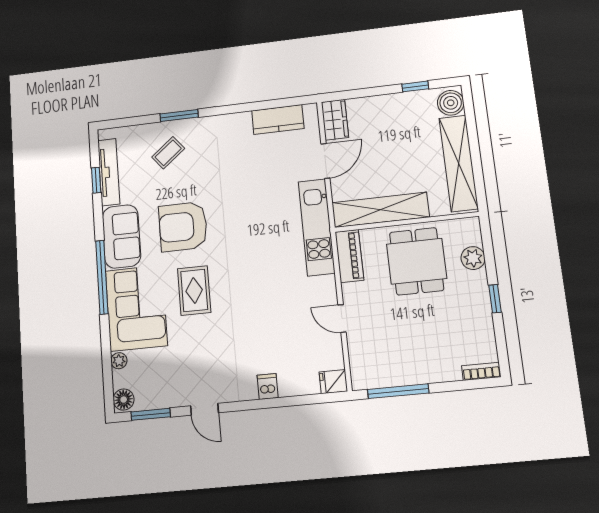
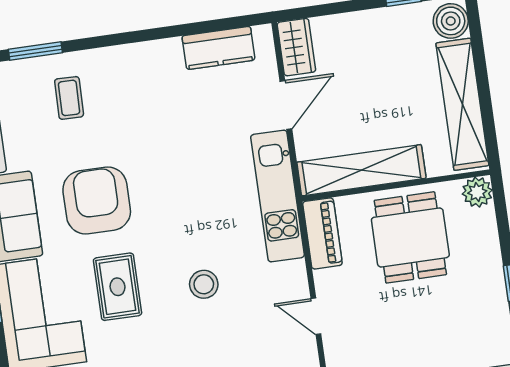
window: (179, 116) -> (35, 51), moved
coffee table: (168, 153) -> (69, 98), turned -50
armchair: (183, 227) -> (97, 200), turned 90
plant: (473, 258) -> (477, 192), moved
stool: (258, 291) -> (204, 284), added

